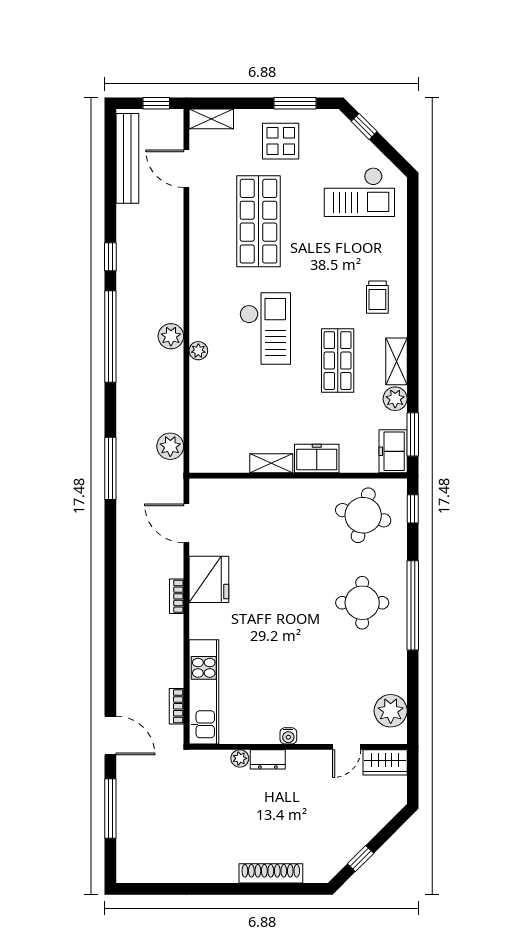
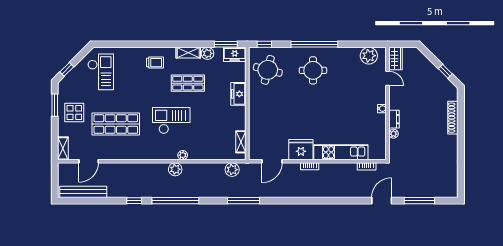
window: (156, 103) -> (55, 177), removed
shelving: (271, 463) -> (241, 142), moved
kitchen unit: (204, 692) -> (341, 152), moved

